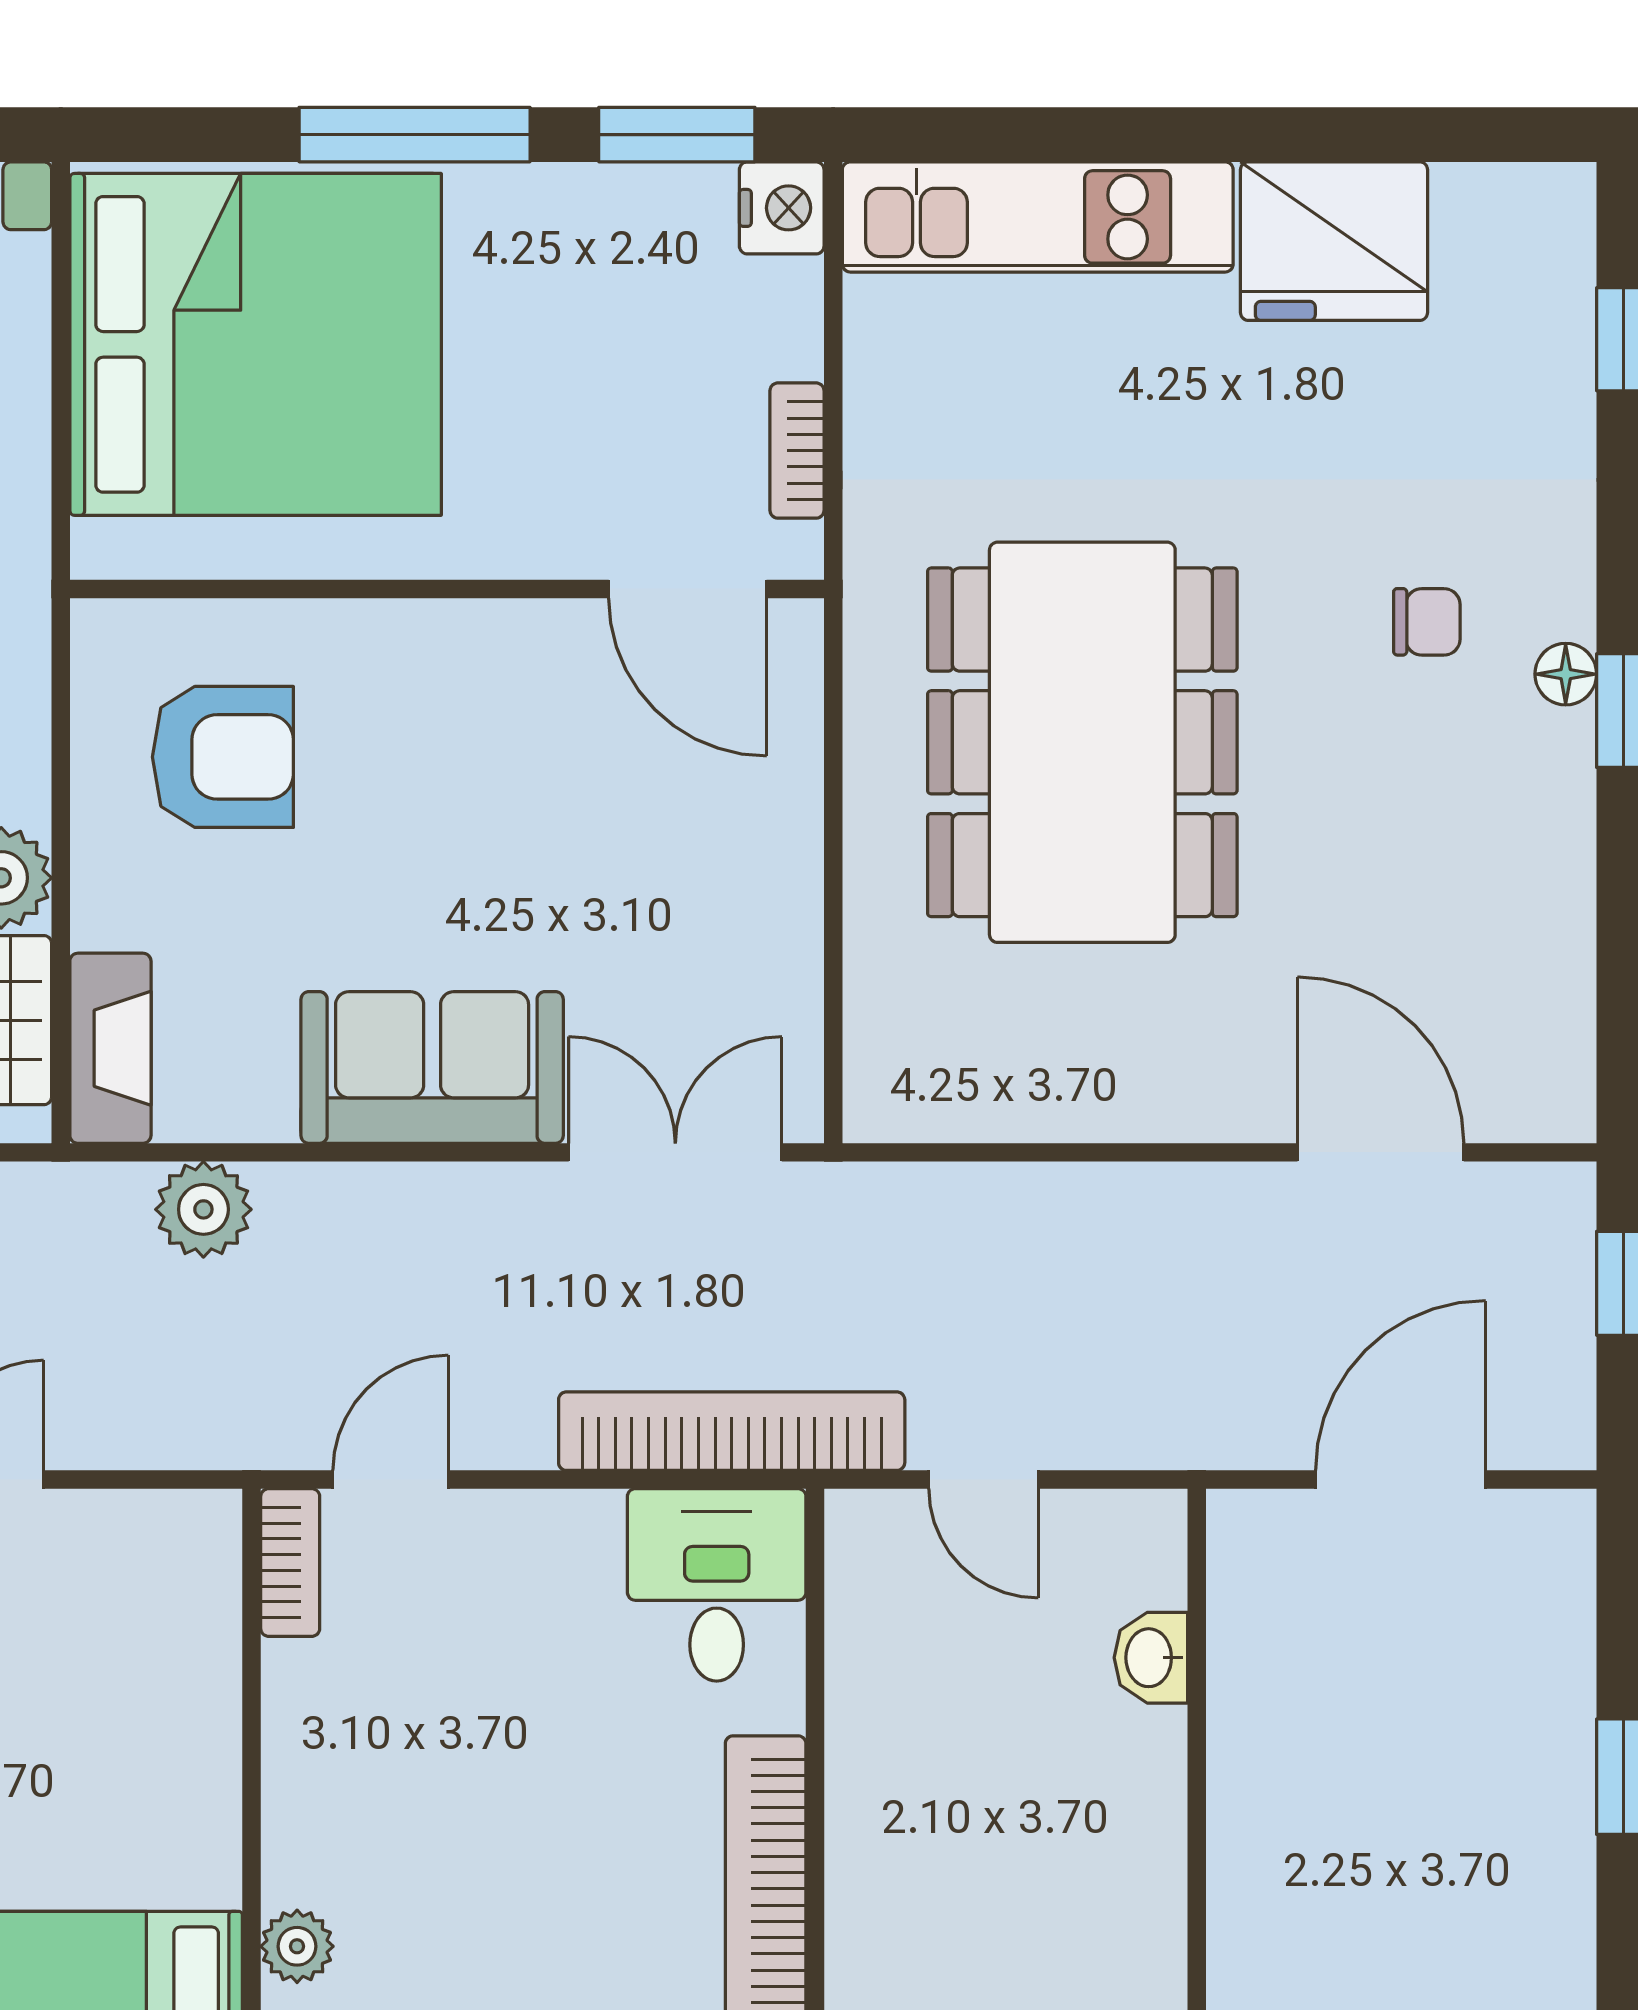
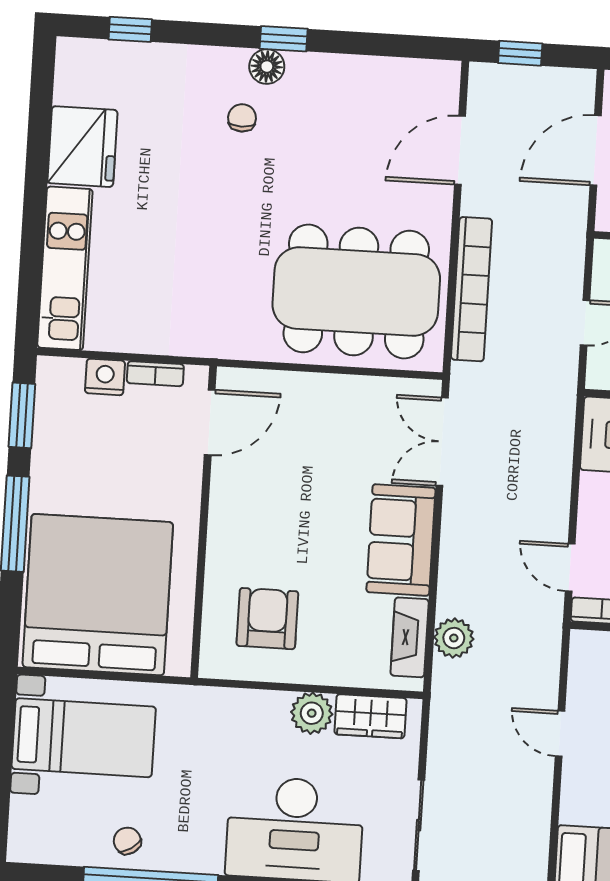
nightstand: (782, 208) -> (105, 377), moved
floor lamp: (1566, 674) -> (267, 67), width x1.37, depth x1.37
dining table: (1082, 742) -> (356, 292), moved
fireplace: (110, 1048) -> (410, 637), moved, turned -90
bookcase: (732, 1431) -> (472, 289), moved, turned 180
door: (1401, 1480) -> (596, 150), hinge flipped

